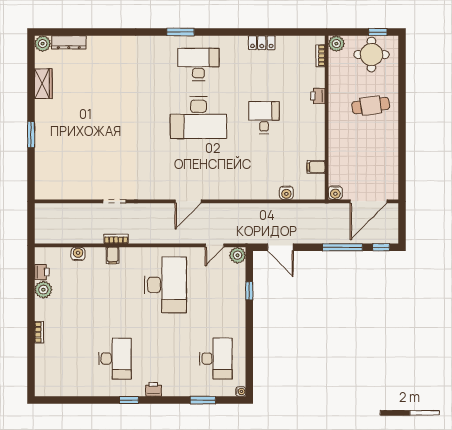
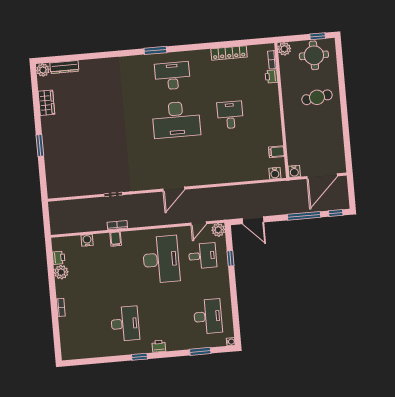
locker: (262, 43) -> (229, 53), width x1.53
printer: (318, 96) -> (271, 76), moved
water cooler: (286, 193) -> (275, 173), moved
desk: (216, 285) -> (203, 256), added

